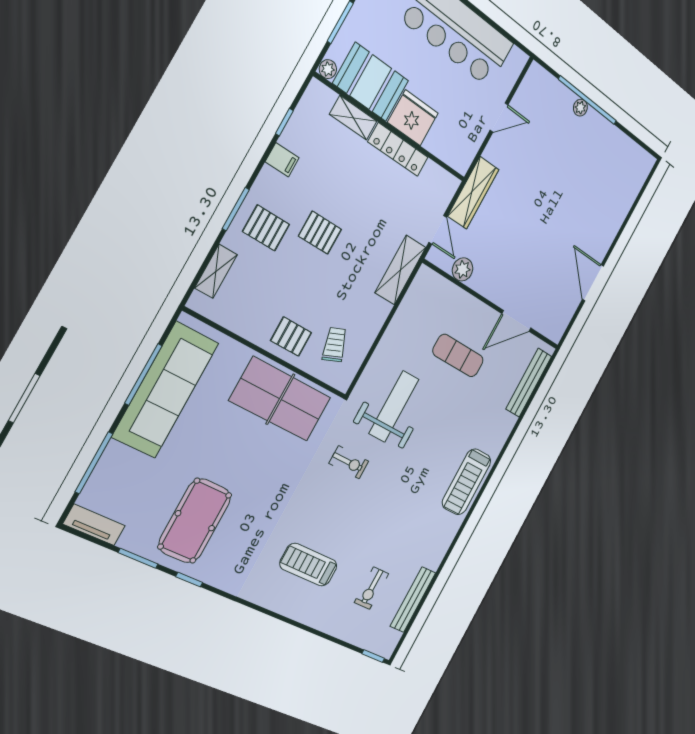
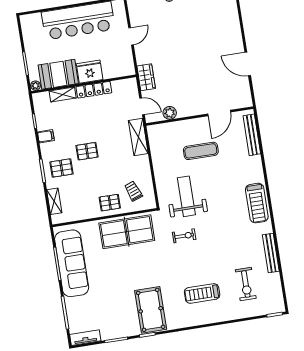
wardrobe: (473, 193) -> (146, 77), width x0.67
pool table: (195, 521) -> (151, 310), moved
exercise bike: (372, 588) -> (246, 284), width x1.38, depth x1.39
bench: (413, 600) -> (271, 253), moved

